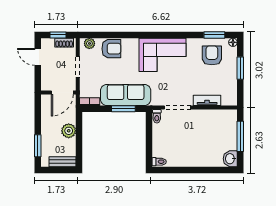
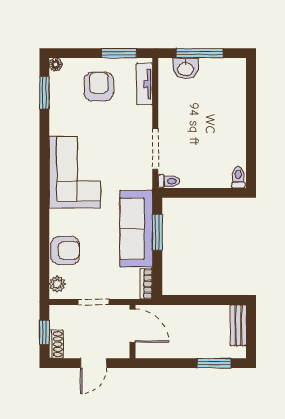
shoe rack: (64, 43) -> (56, 344), moved
armchair: (111, 49) -> (65, 251), turned 90
armchair: (212, 55) -> (99, 86), moved, turned 90
door: (38, 57) -> (94, 363), moved
window: (240, 68) -> (119, 53), moved
tv unit: (207, 100) -> (145, 84), moved
plant: (69, 131) -> (191, 316), removed
washbasin: (230, 159) -> (186, 69), moved

